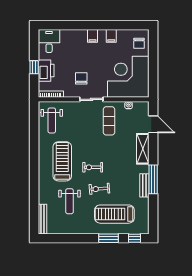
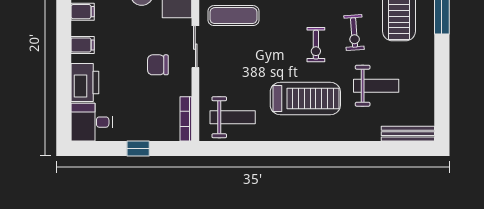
printer: (46, 71) -> (85, 82), moved, turned 90
treadmill: (62, 161) -> (305, 98), turned 180

